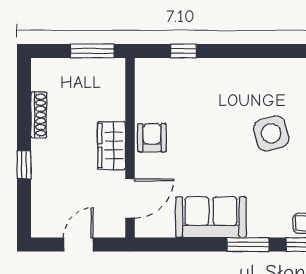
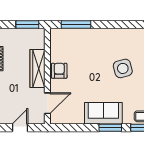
window: (183, 51) -> (76, 24), width x2.17
wardrobe: (111, 146) -> (38, 69), width x1.50
sofa: (211, 217) -> (103, 113), moved

